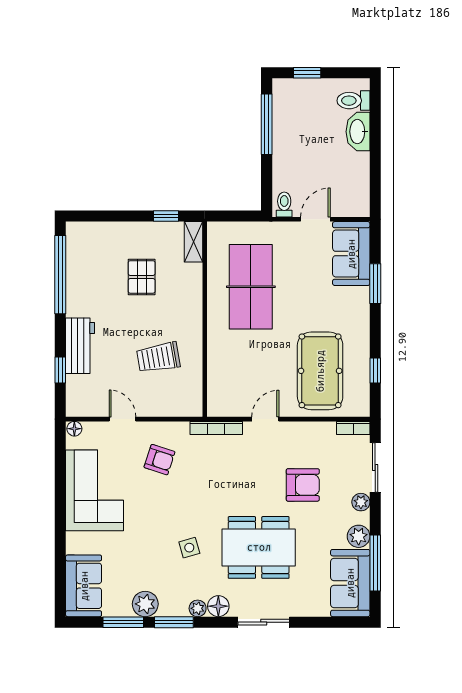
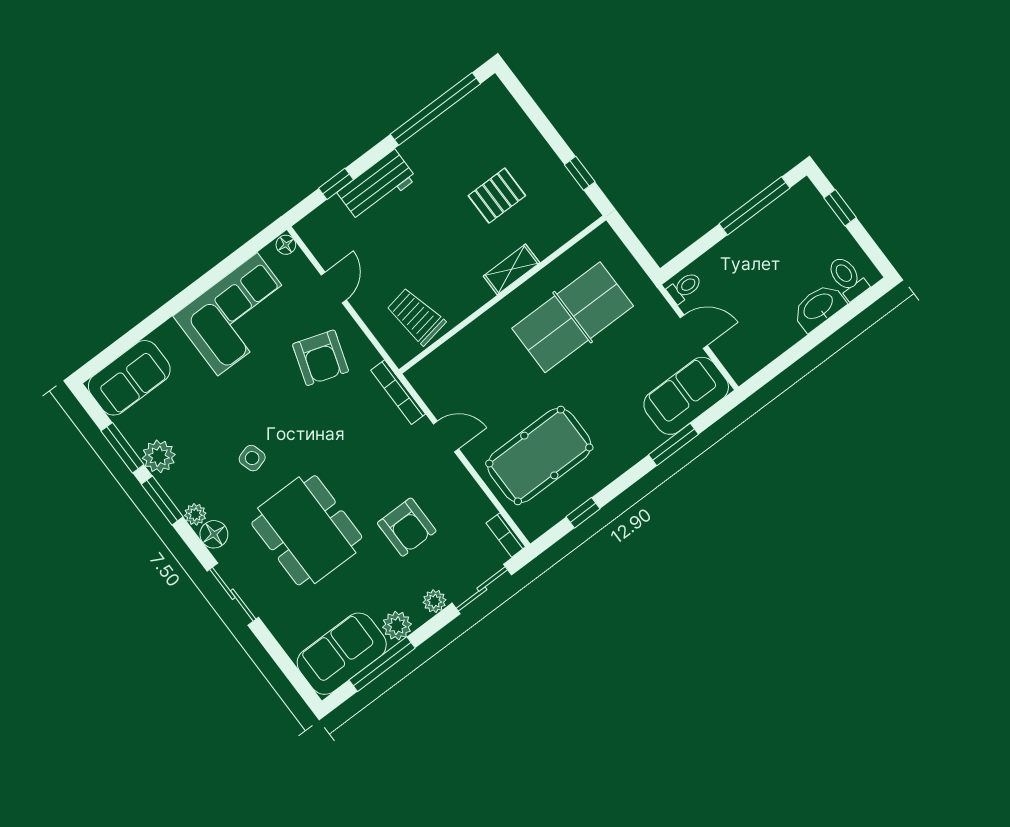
shelving: (193, 242) -> (511, 269), moved
trolley: (158, 357) -> (416, 316), moved
armchair: (159, 460) -> (321, 358), width x1.38, depth x1.38

